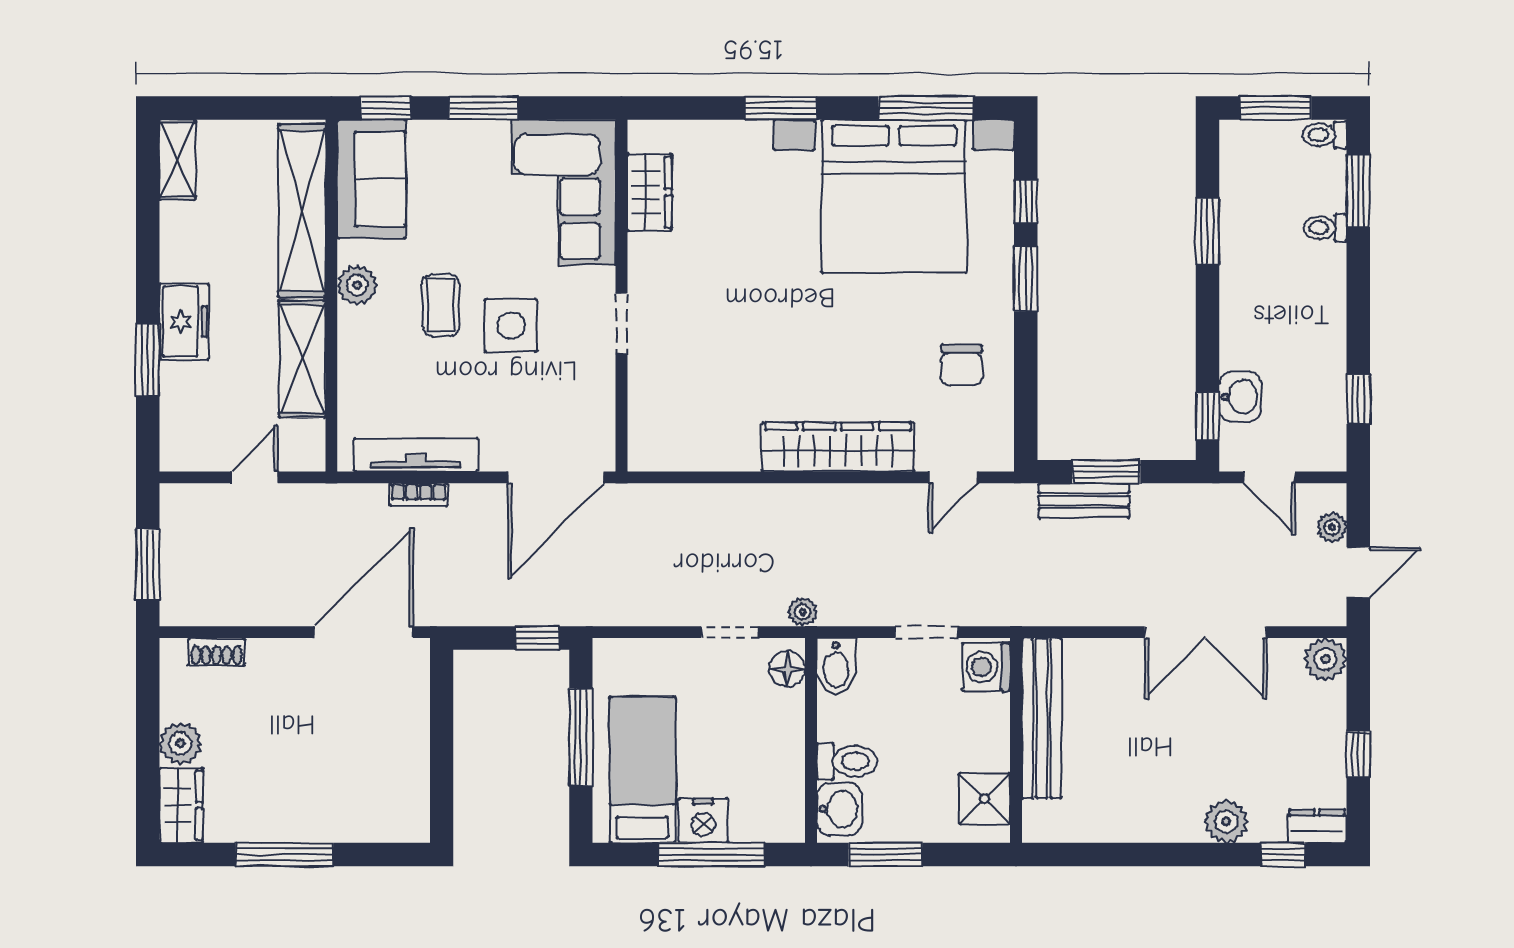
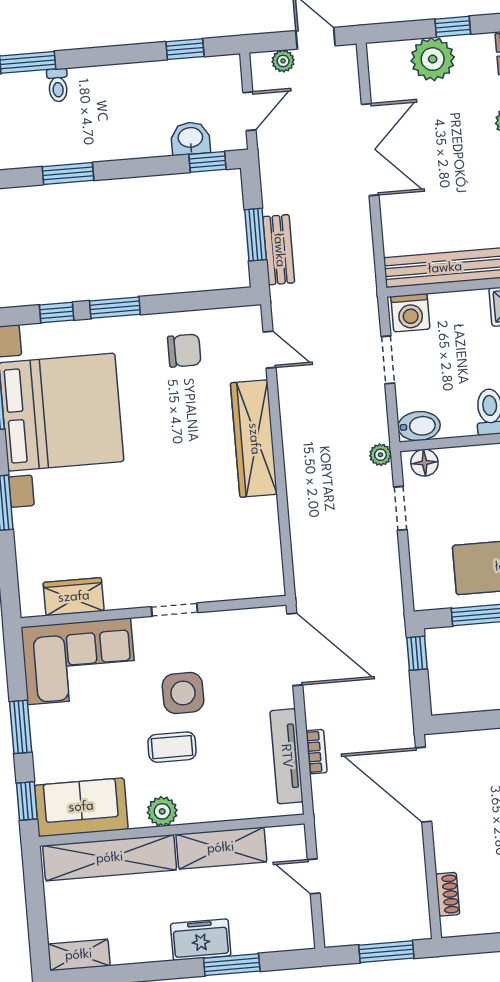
plant: (1326, 659) -> (433, 59), moved, width x1.36, depth x1.36

